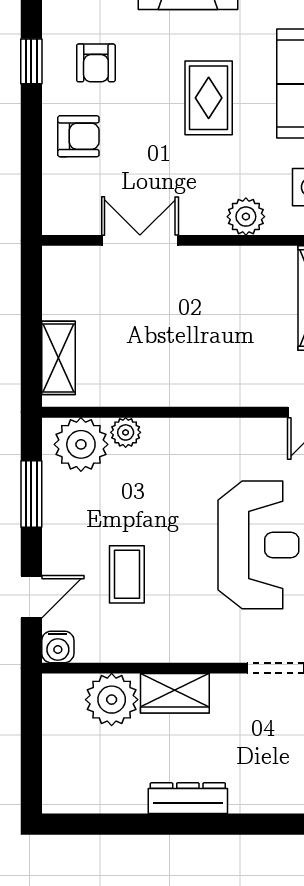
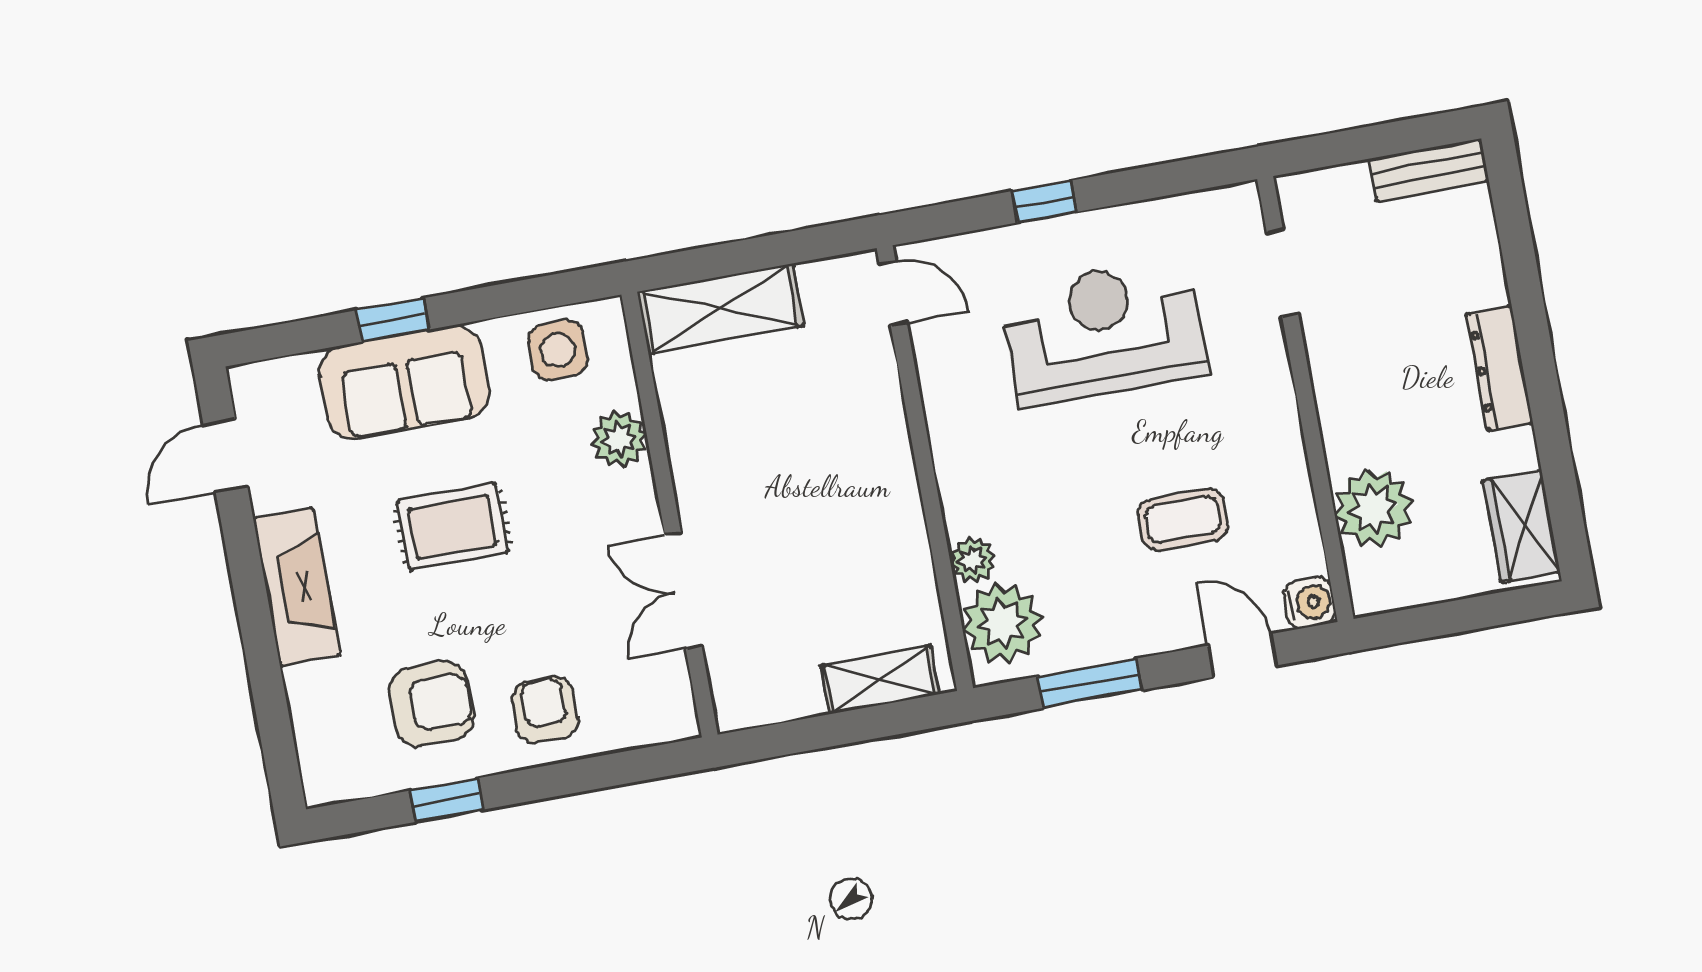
armchair: (96, 63) -> (431, 704), width x1.38, depth x1.38
wardrobe: (175, 693) -> (1521, 526), moved, turned 180

